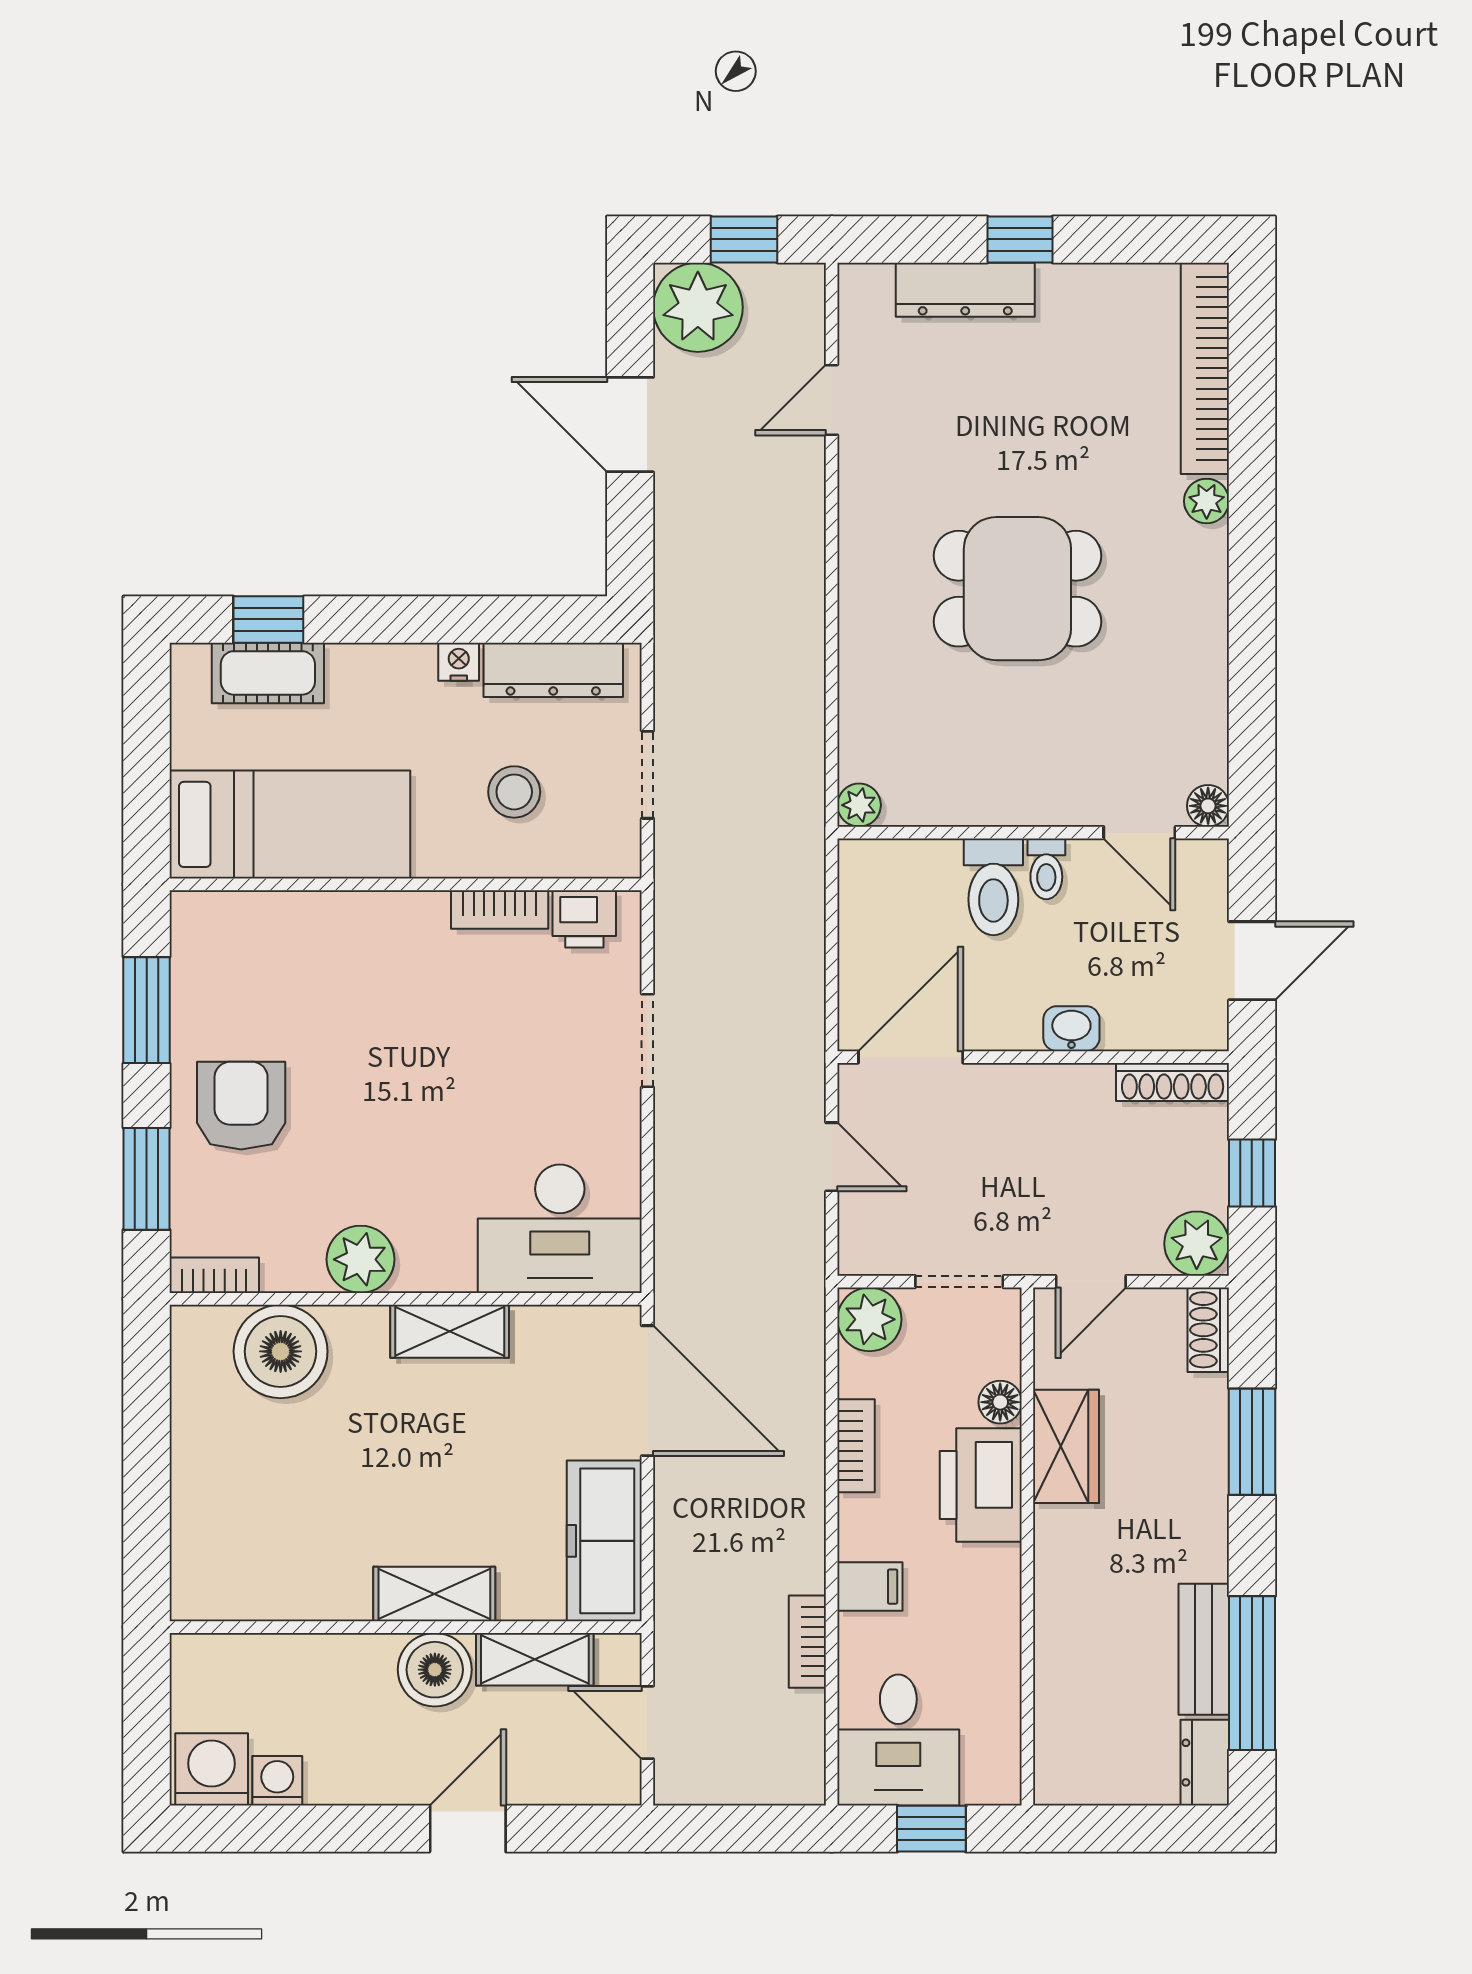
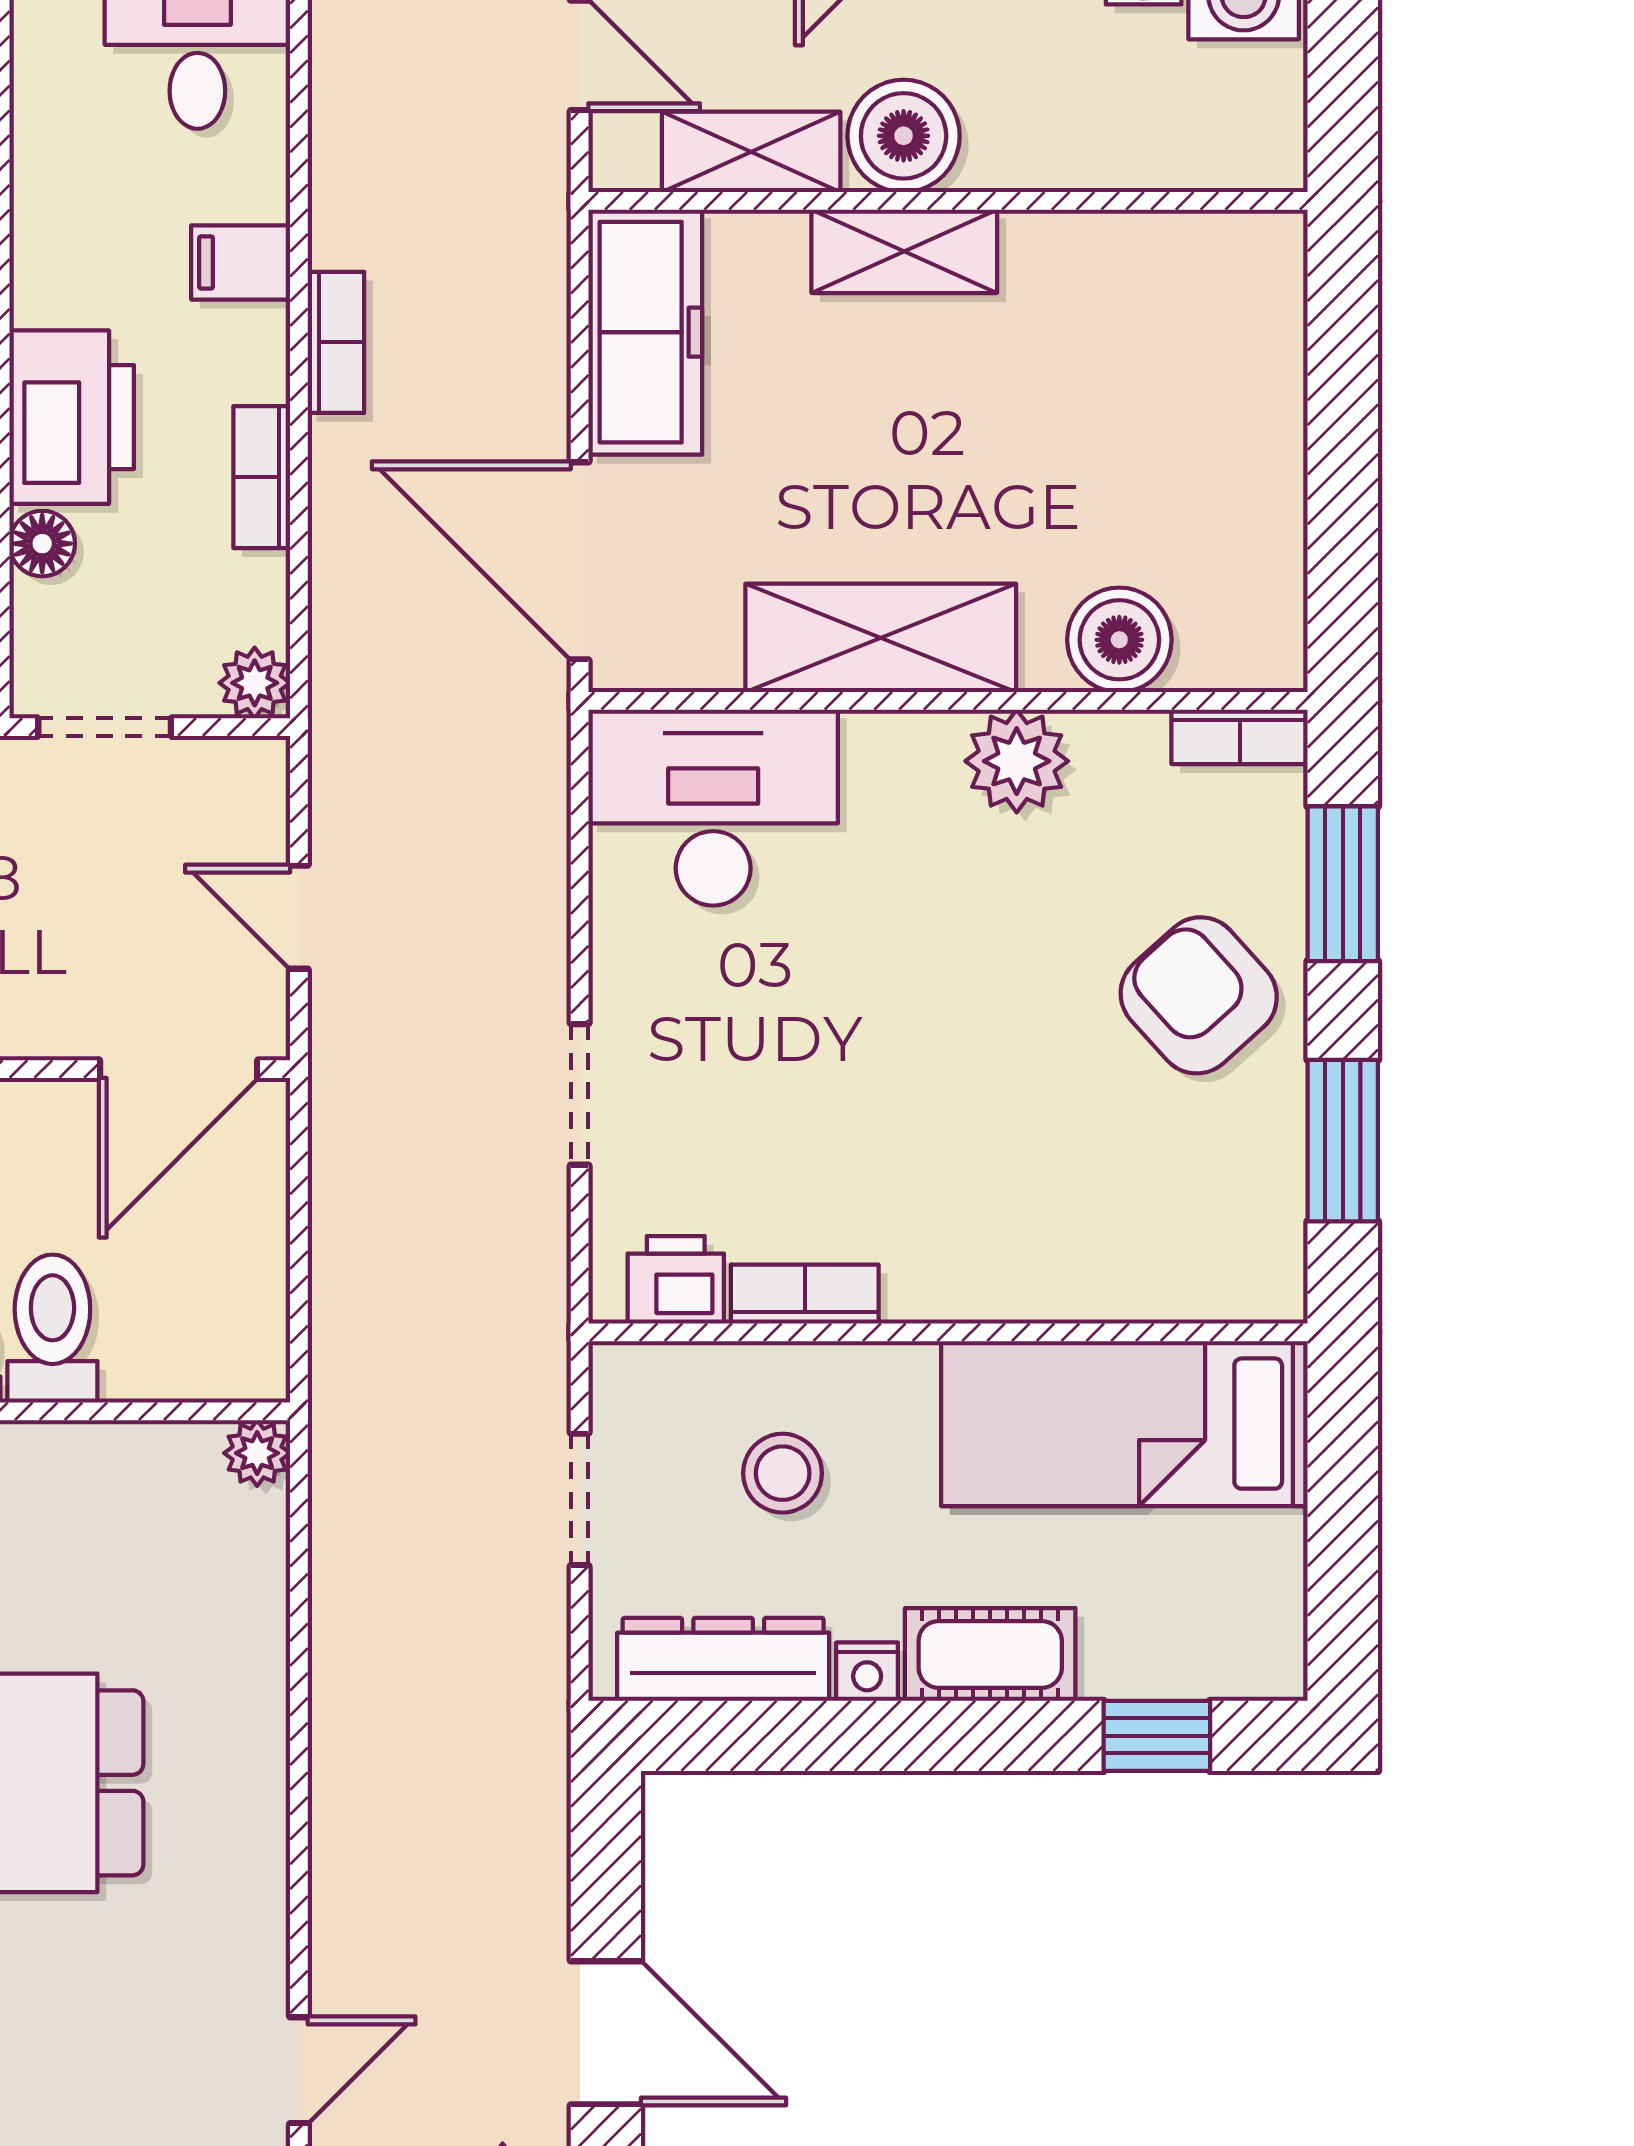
cot: (268, 673) -> (990, 1654), moved
armchair: (241, 1106) -> (1199, 995), turned 138
plant: (869, 1319) -> (255, 683), width x0.73, depth x0.73
shelving: (450, 1331) -> (881, 638), width x1.50, depth x1.33
boiler: (281, 1351) -> (1119, 640), width x0.73, depth x0.73
bookcase: (807, 1642) -> (336, 342), moved

